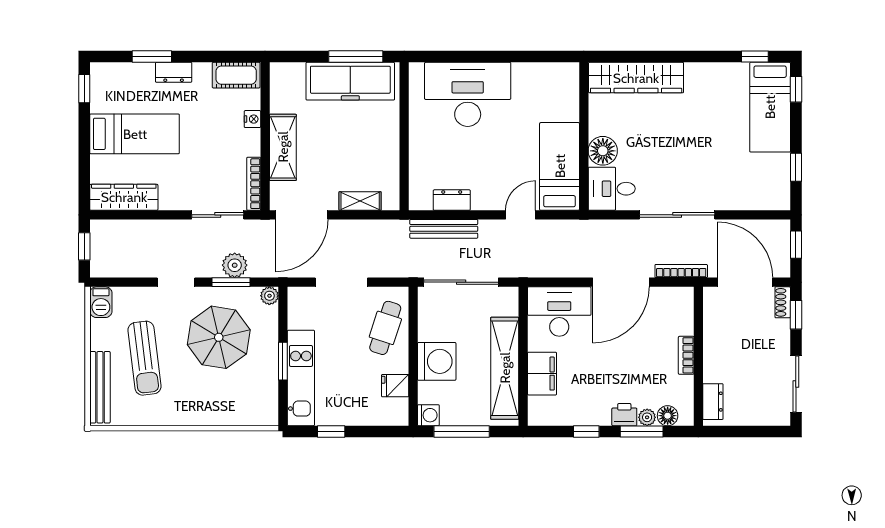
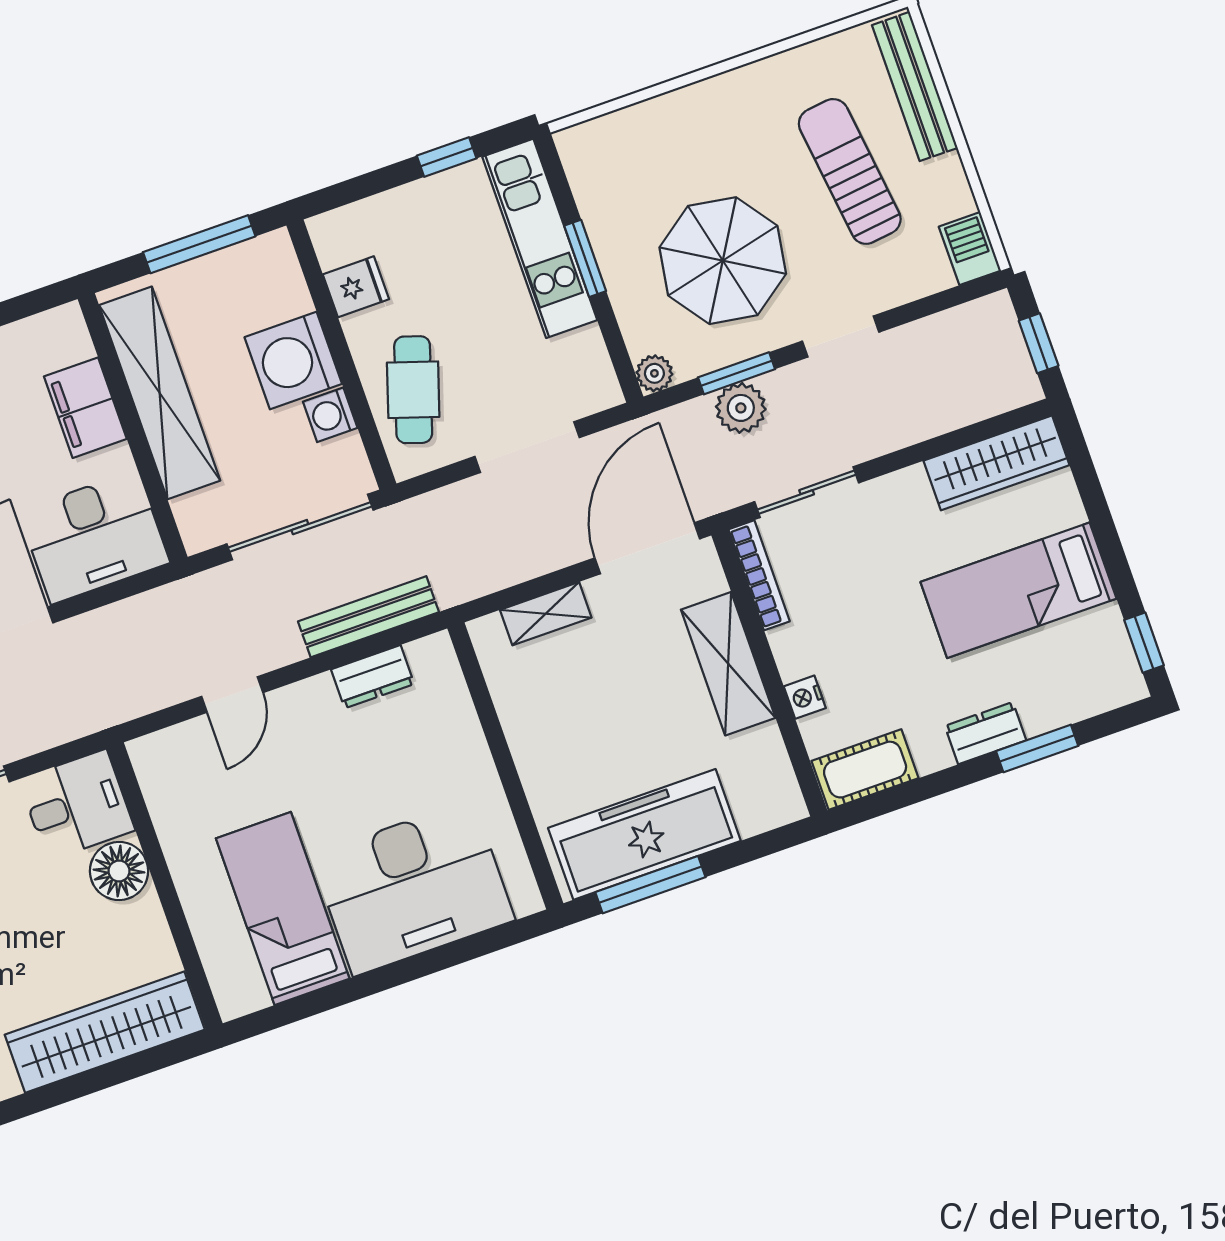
bed: (560, 166) -> (283, 908), moved, turned 180
washing machine: (428, 415) -> (330, 415), moved

